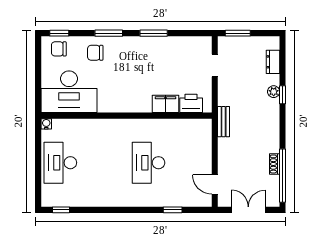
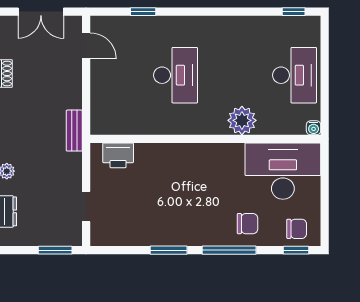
window: (109, 33) -> (229, 250), width x1.44
filing cabinet: (166, 104) -> (153, 155), removed
plant: (99, 129) -> (242, 120), added

